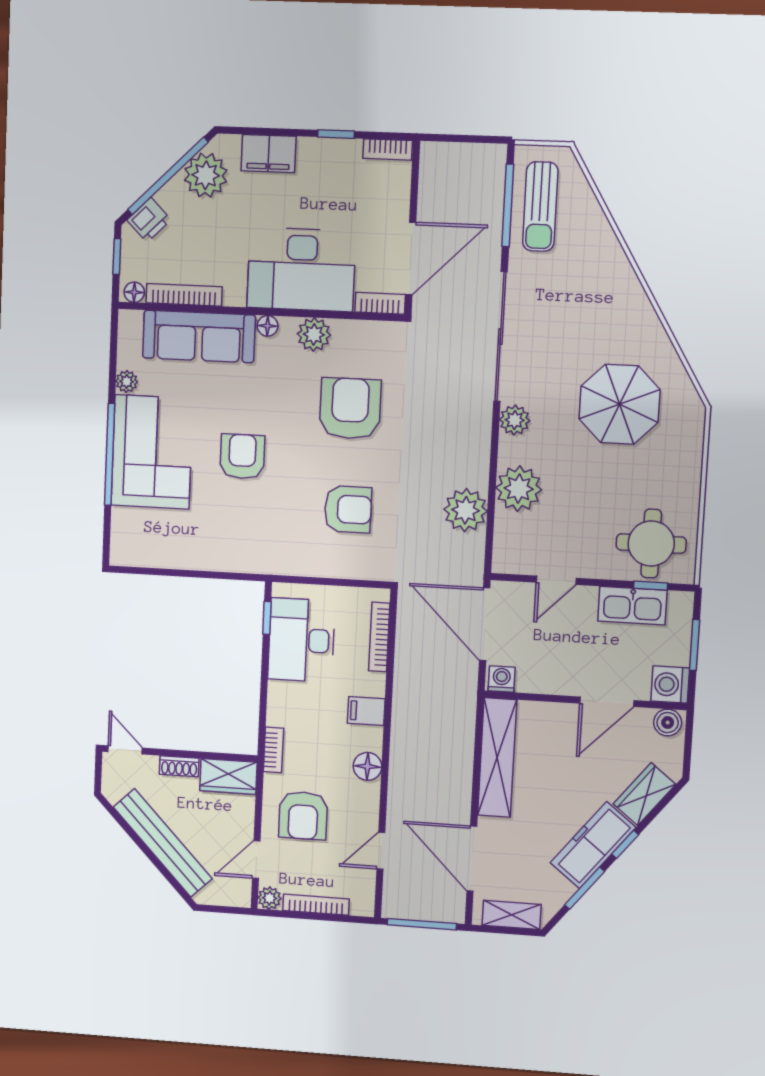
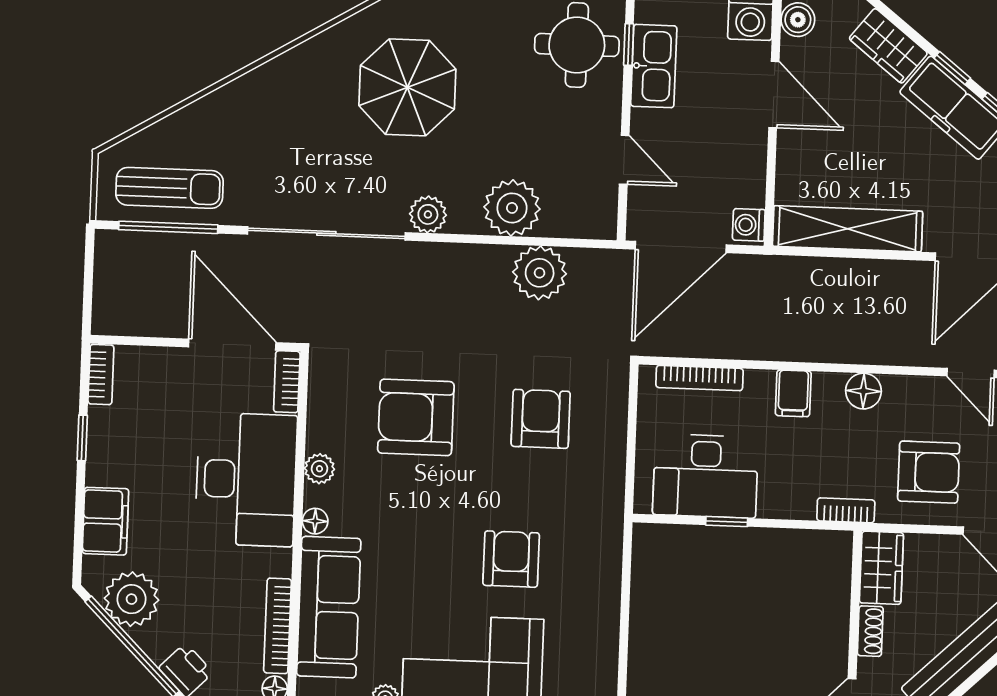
plant: (314, 334) -> (319, 469), width x0.73, depth x0.73
armchair: (242, 456) -> (511, 559), moved, turned 90
window: (267, 618) -> (727, 522), moved

